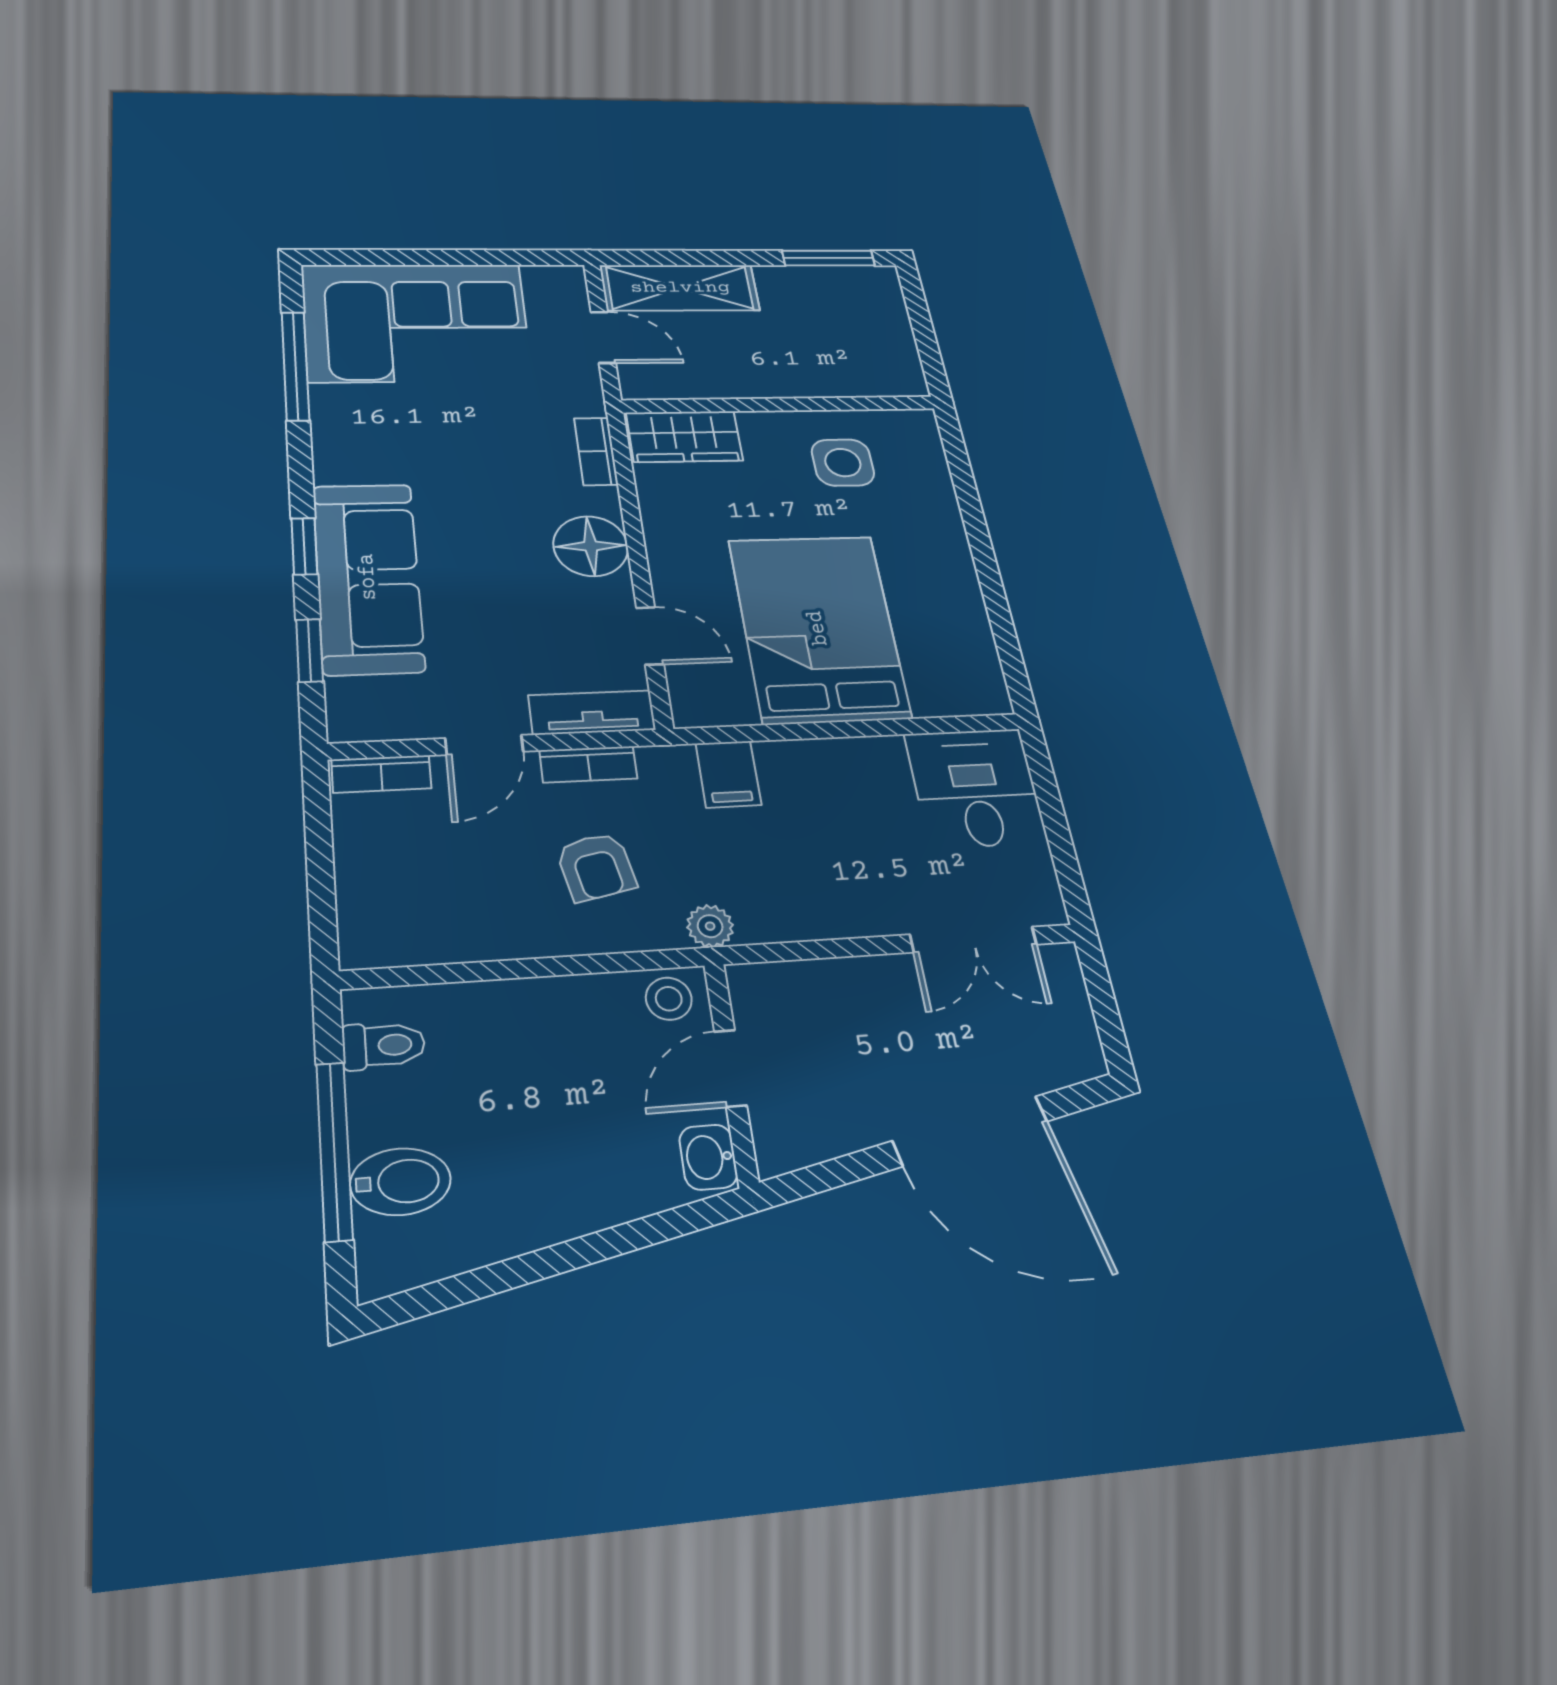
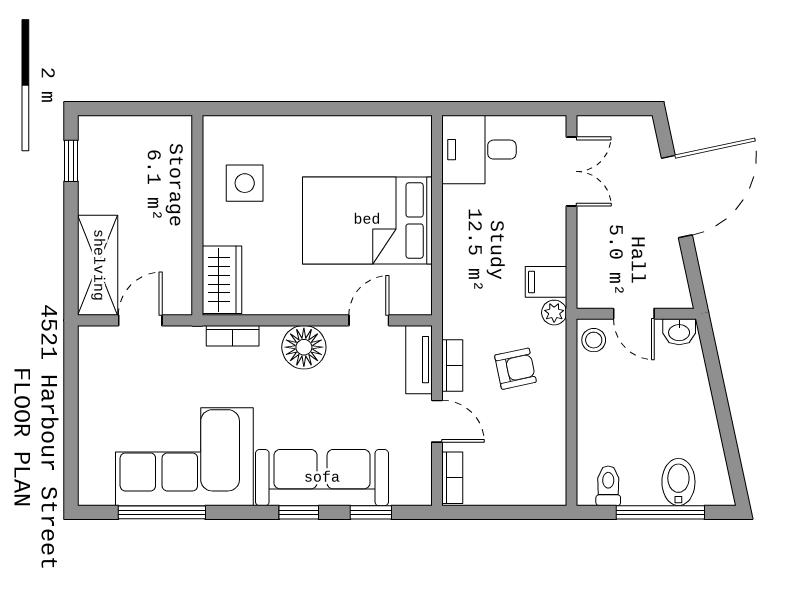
window: (828, 258) -> (71, 161), width x0.67
corner sofa: (416, 322) -> (184, 457), moved, turned -90
filing cabinet: (728, 774) -> (546, 282), moved, turned 180

